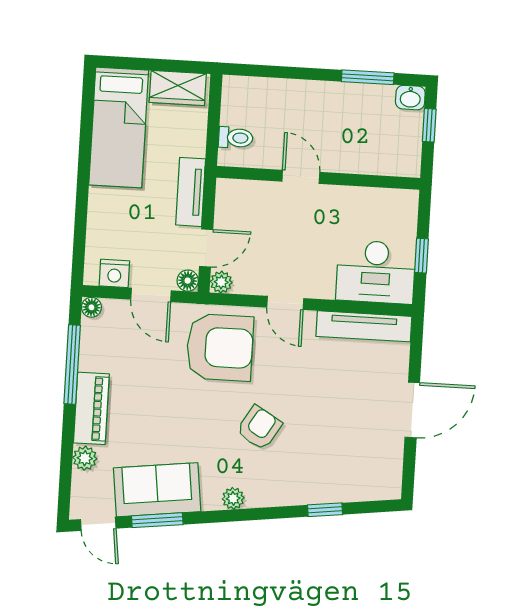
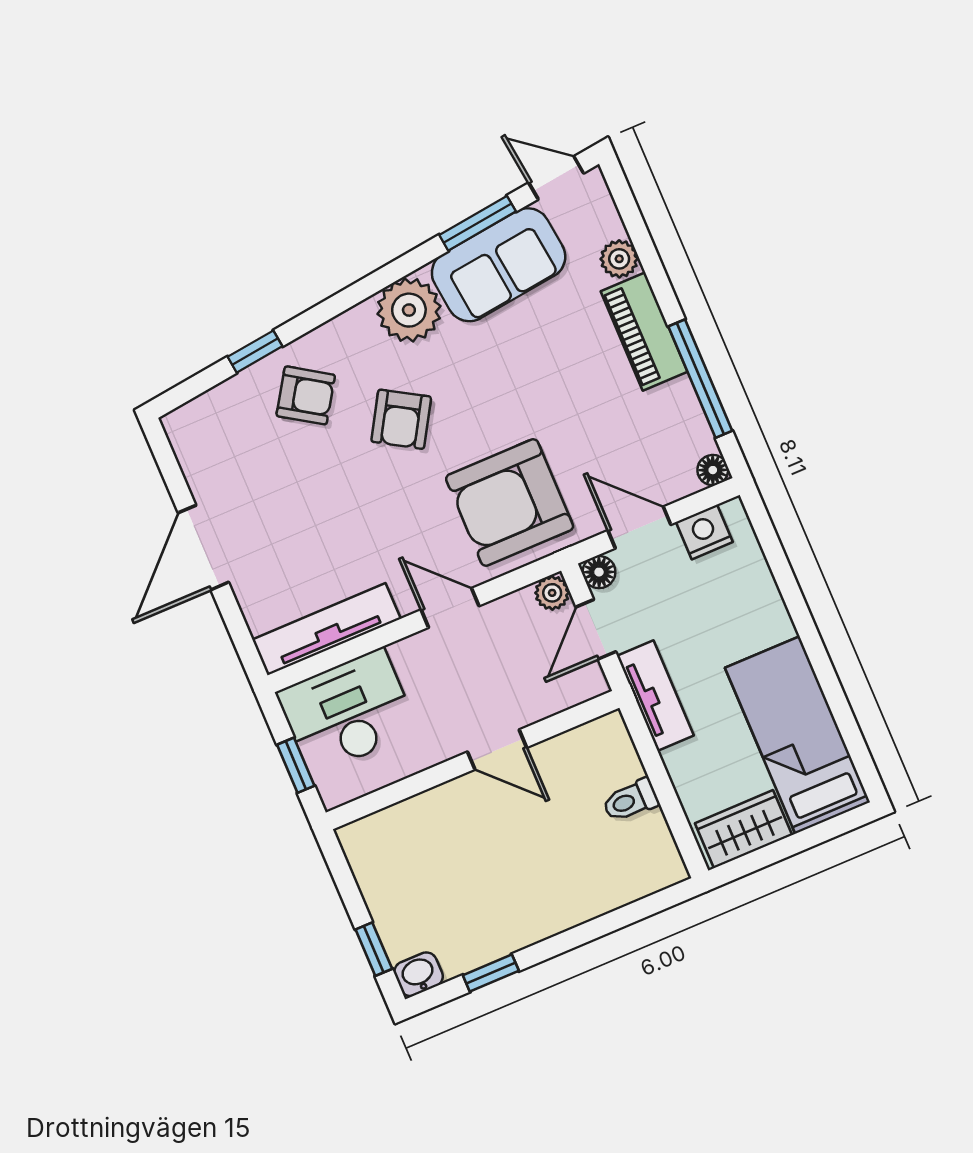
window: (368, 77) -> (491, 973), width x0.67
door: (301, 177) -> (497, 750), moved
wall: (318, 178) -> (473, 760), moved
armchair: (308, 469) -> (306, 395), added
plant: (233, 498) -> (409, 310), width x1.87, depth x1.87

